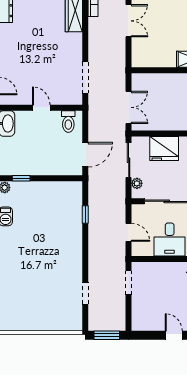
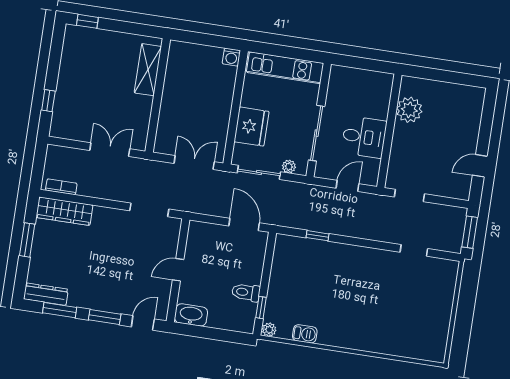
double door: (129, 21) -> (110, 150), moved
toilet: (68, 122) -> (246, 292), moved, turned 180
door: (174, 335) -> (480, 166), moved

